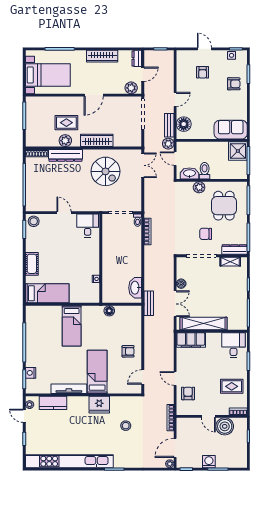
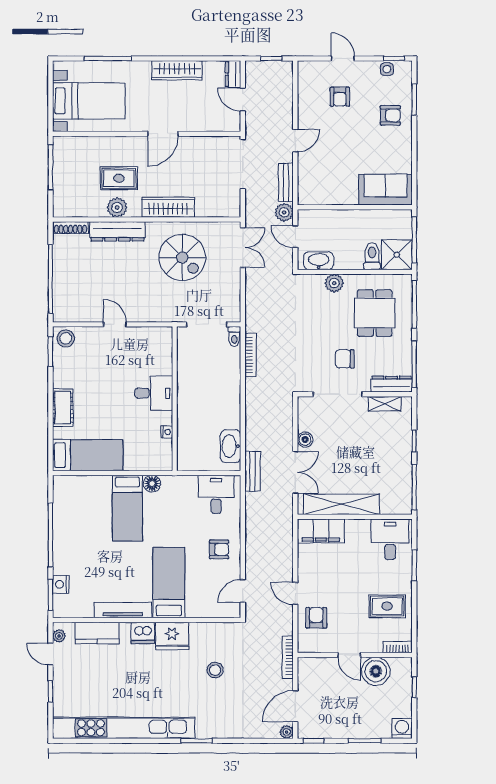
door: (143, 74) -> (243, 100), swing flipped
plant: (131, 88) -> (224, 122), removed
floor lamp: (184, 124) -> (309, 181), removed
shower: (238, 151) -> (397, 255), moved
toilet: (205, 171) -> (372, 256), moved
desk: (88, 226) -> (154, 393), moved, turned 90
floor lamp: (109, 311) -> (152, 484), moved
desk: (126, 317) -> (216, 494), added
dishwasher: (81, 403) -> (143, 633), added
washing machine: (209, 462) -> (402, 728), moved

